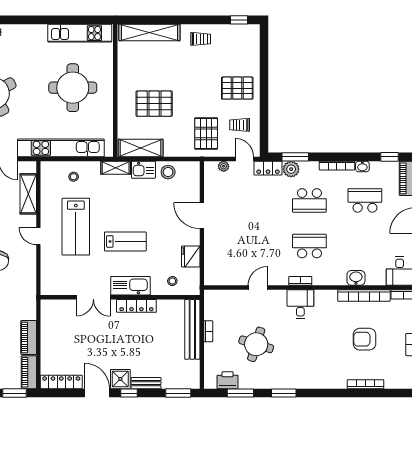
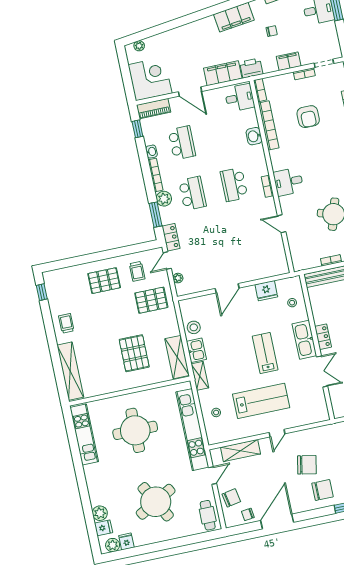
pallet: (237, 88) -> (104, 281), turned 90
plant: (291, 169) -> (164, 199), moved
school desk: (365, 200) -> (182, 143), turned 180
locker: (136, 306) -> (323, 337), width x0.66

